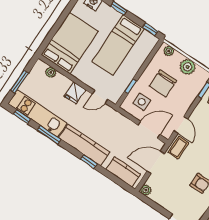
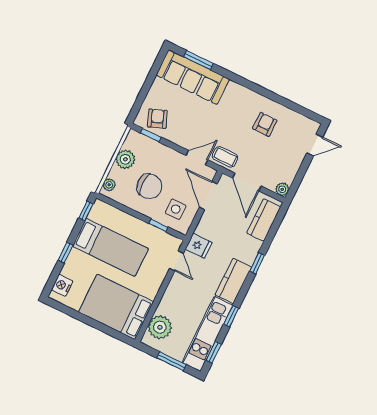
plant: (51, 72) -> (160, 327), width x1.88, depth x1.88
fridge: (75, 93) -> (199, 246), moved
window: (49, 135) -> (231, 316), width x0.67
kitchen counter: (84, 145) -> (233, 281), width x0.67

